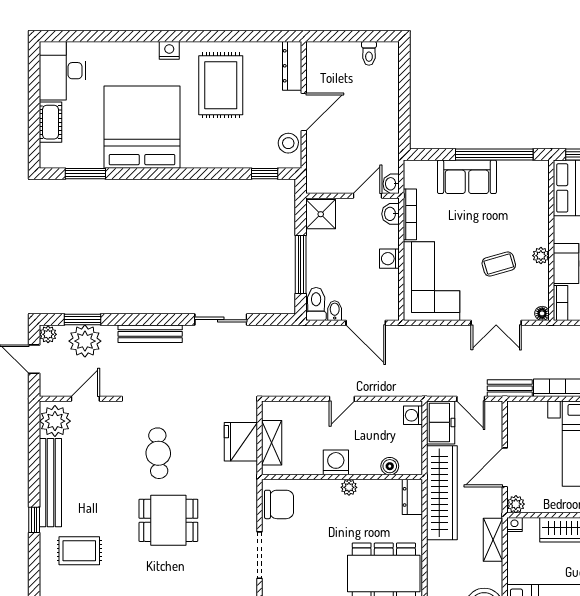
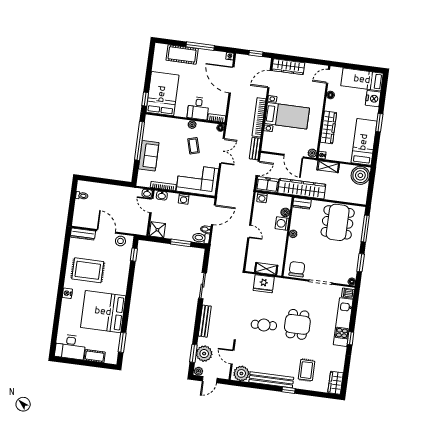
window: (301, 265) -> (181, 243), width x0.69
washing machine: (336, 462) -> (282, 223), moved

